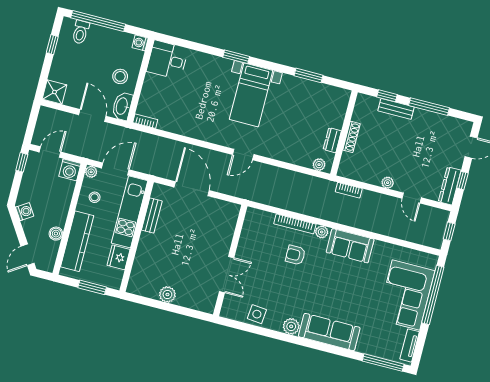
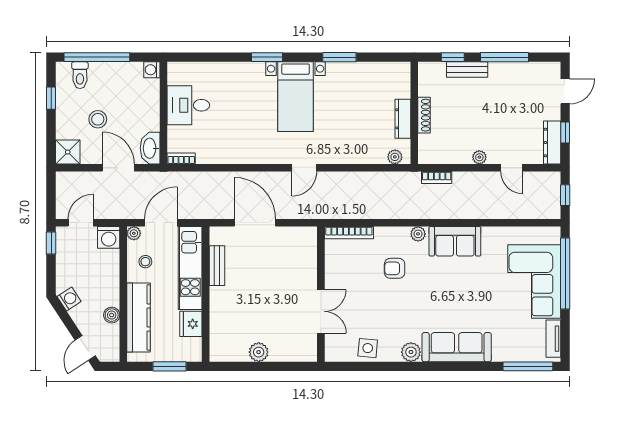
desk: (167, 60) -> (188, 105), moved
window: (308, 75) -> (339, 57), moved
stool: (120, 76) -> (98, 119), moved
dresser: (332, 140) -> (403, 119), width x1.44
bookcase: (295, 224) -> (349, 233), moved

